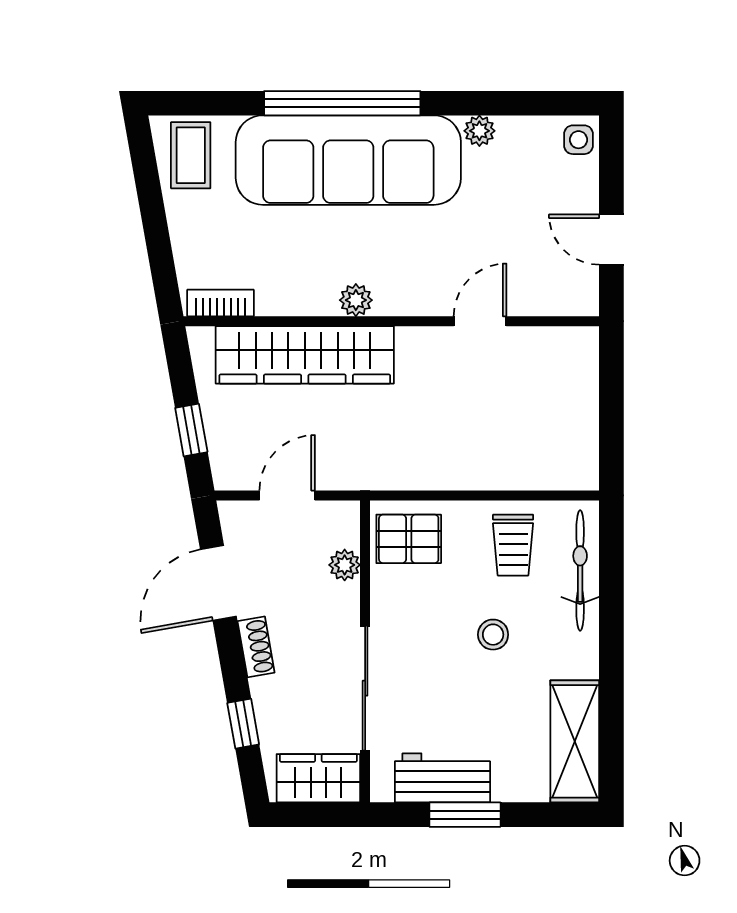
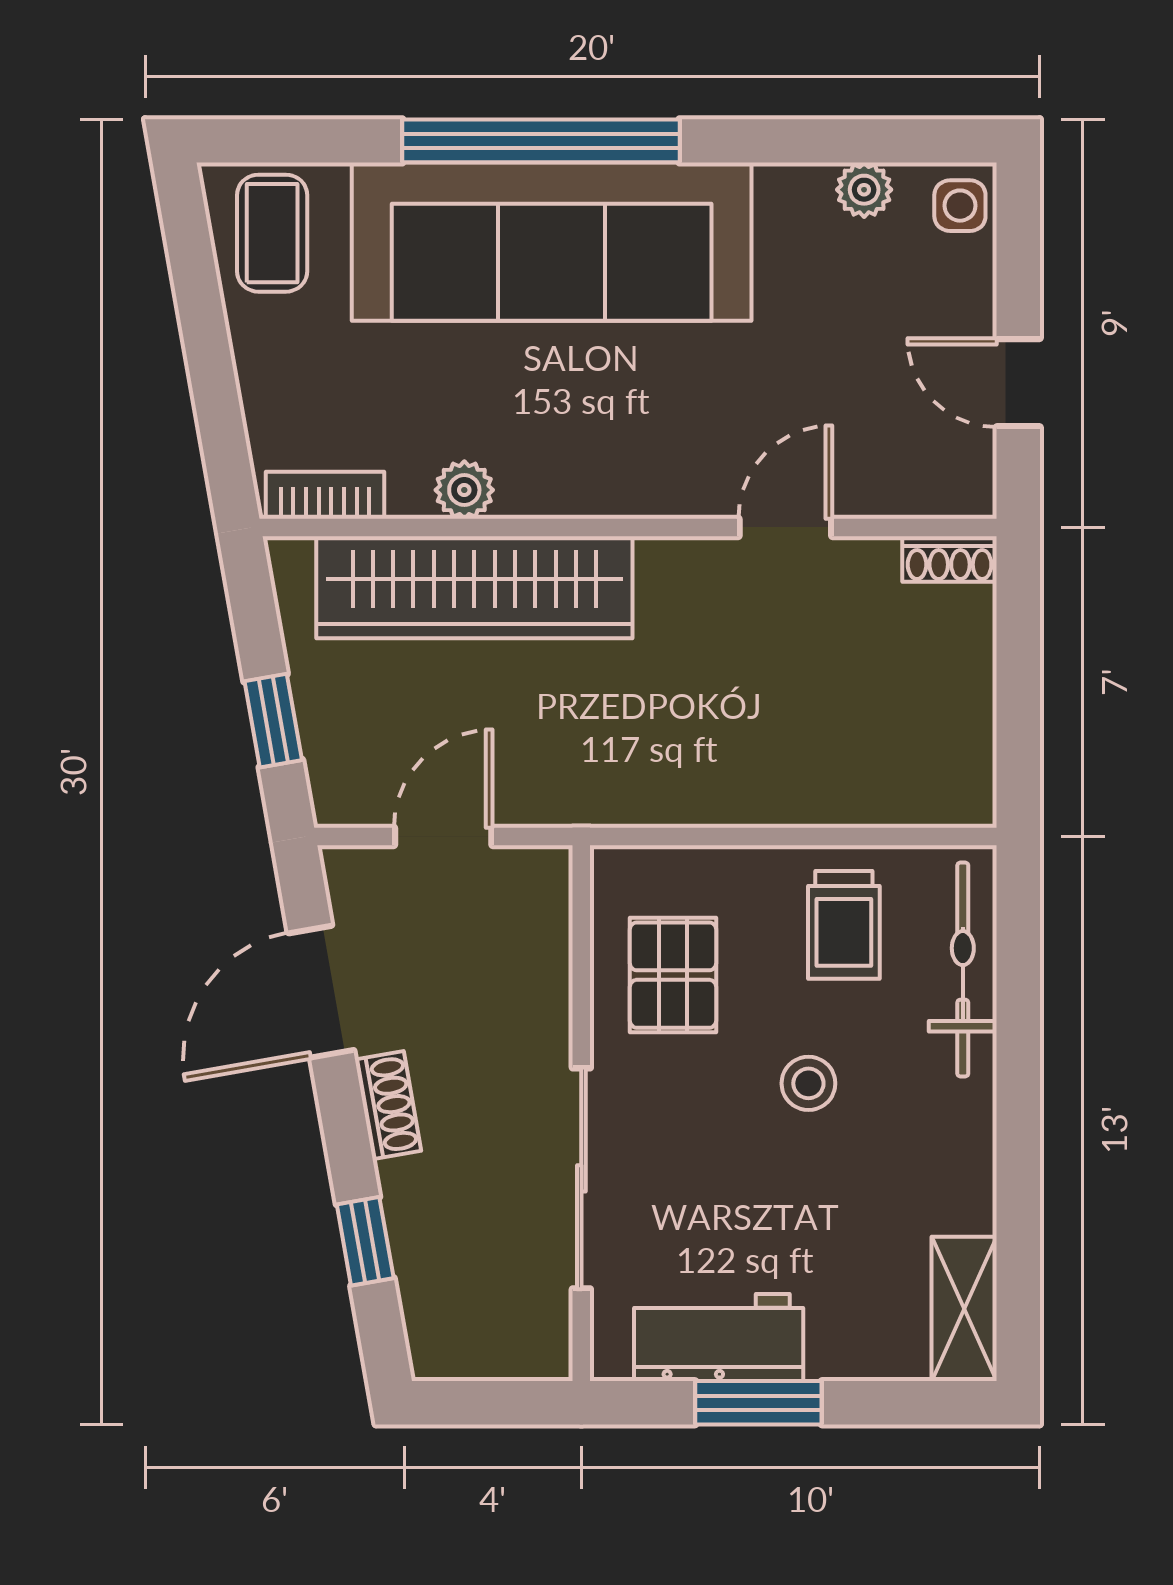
plant: (479, 131) -> (864, 190), moved
plant: (356, 300) -> (464, 490), moved
shoe rack: (573, 339) -> (950, 559), added
pallet: (409, 539) -> (673, 975), moved, turned 90
plant: (345, 565) -> (545, 960), removed
shelving: (575, 741) -> (964, 1309), width x0.67, depth x0.75
wardrobe: (318, 778) -> (499, 1338), removed

